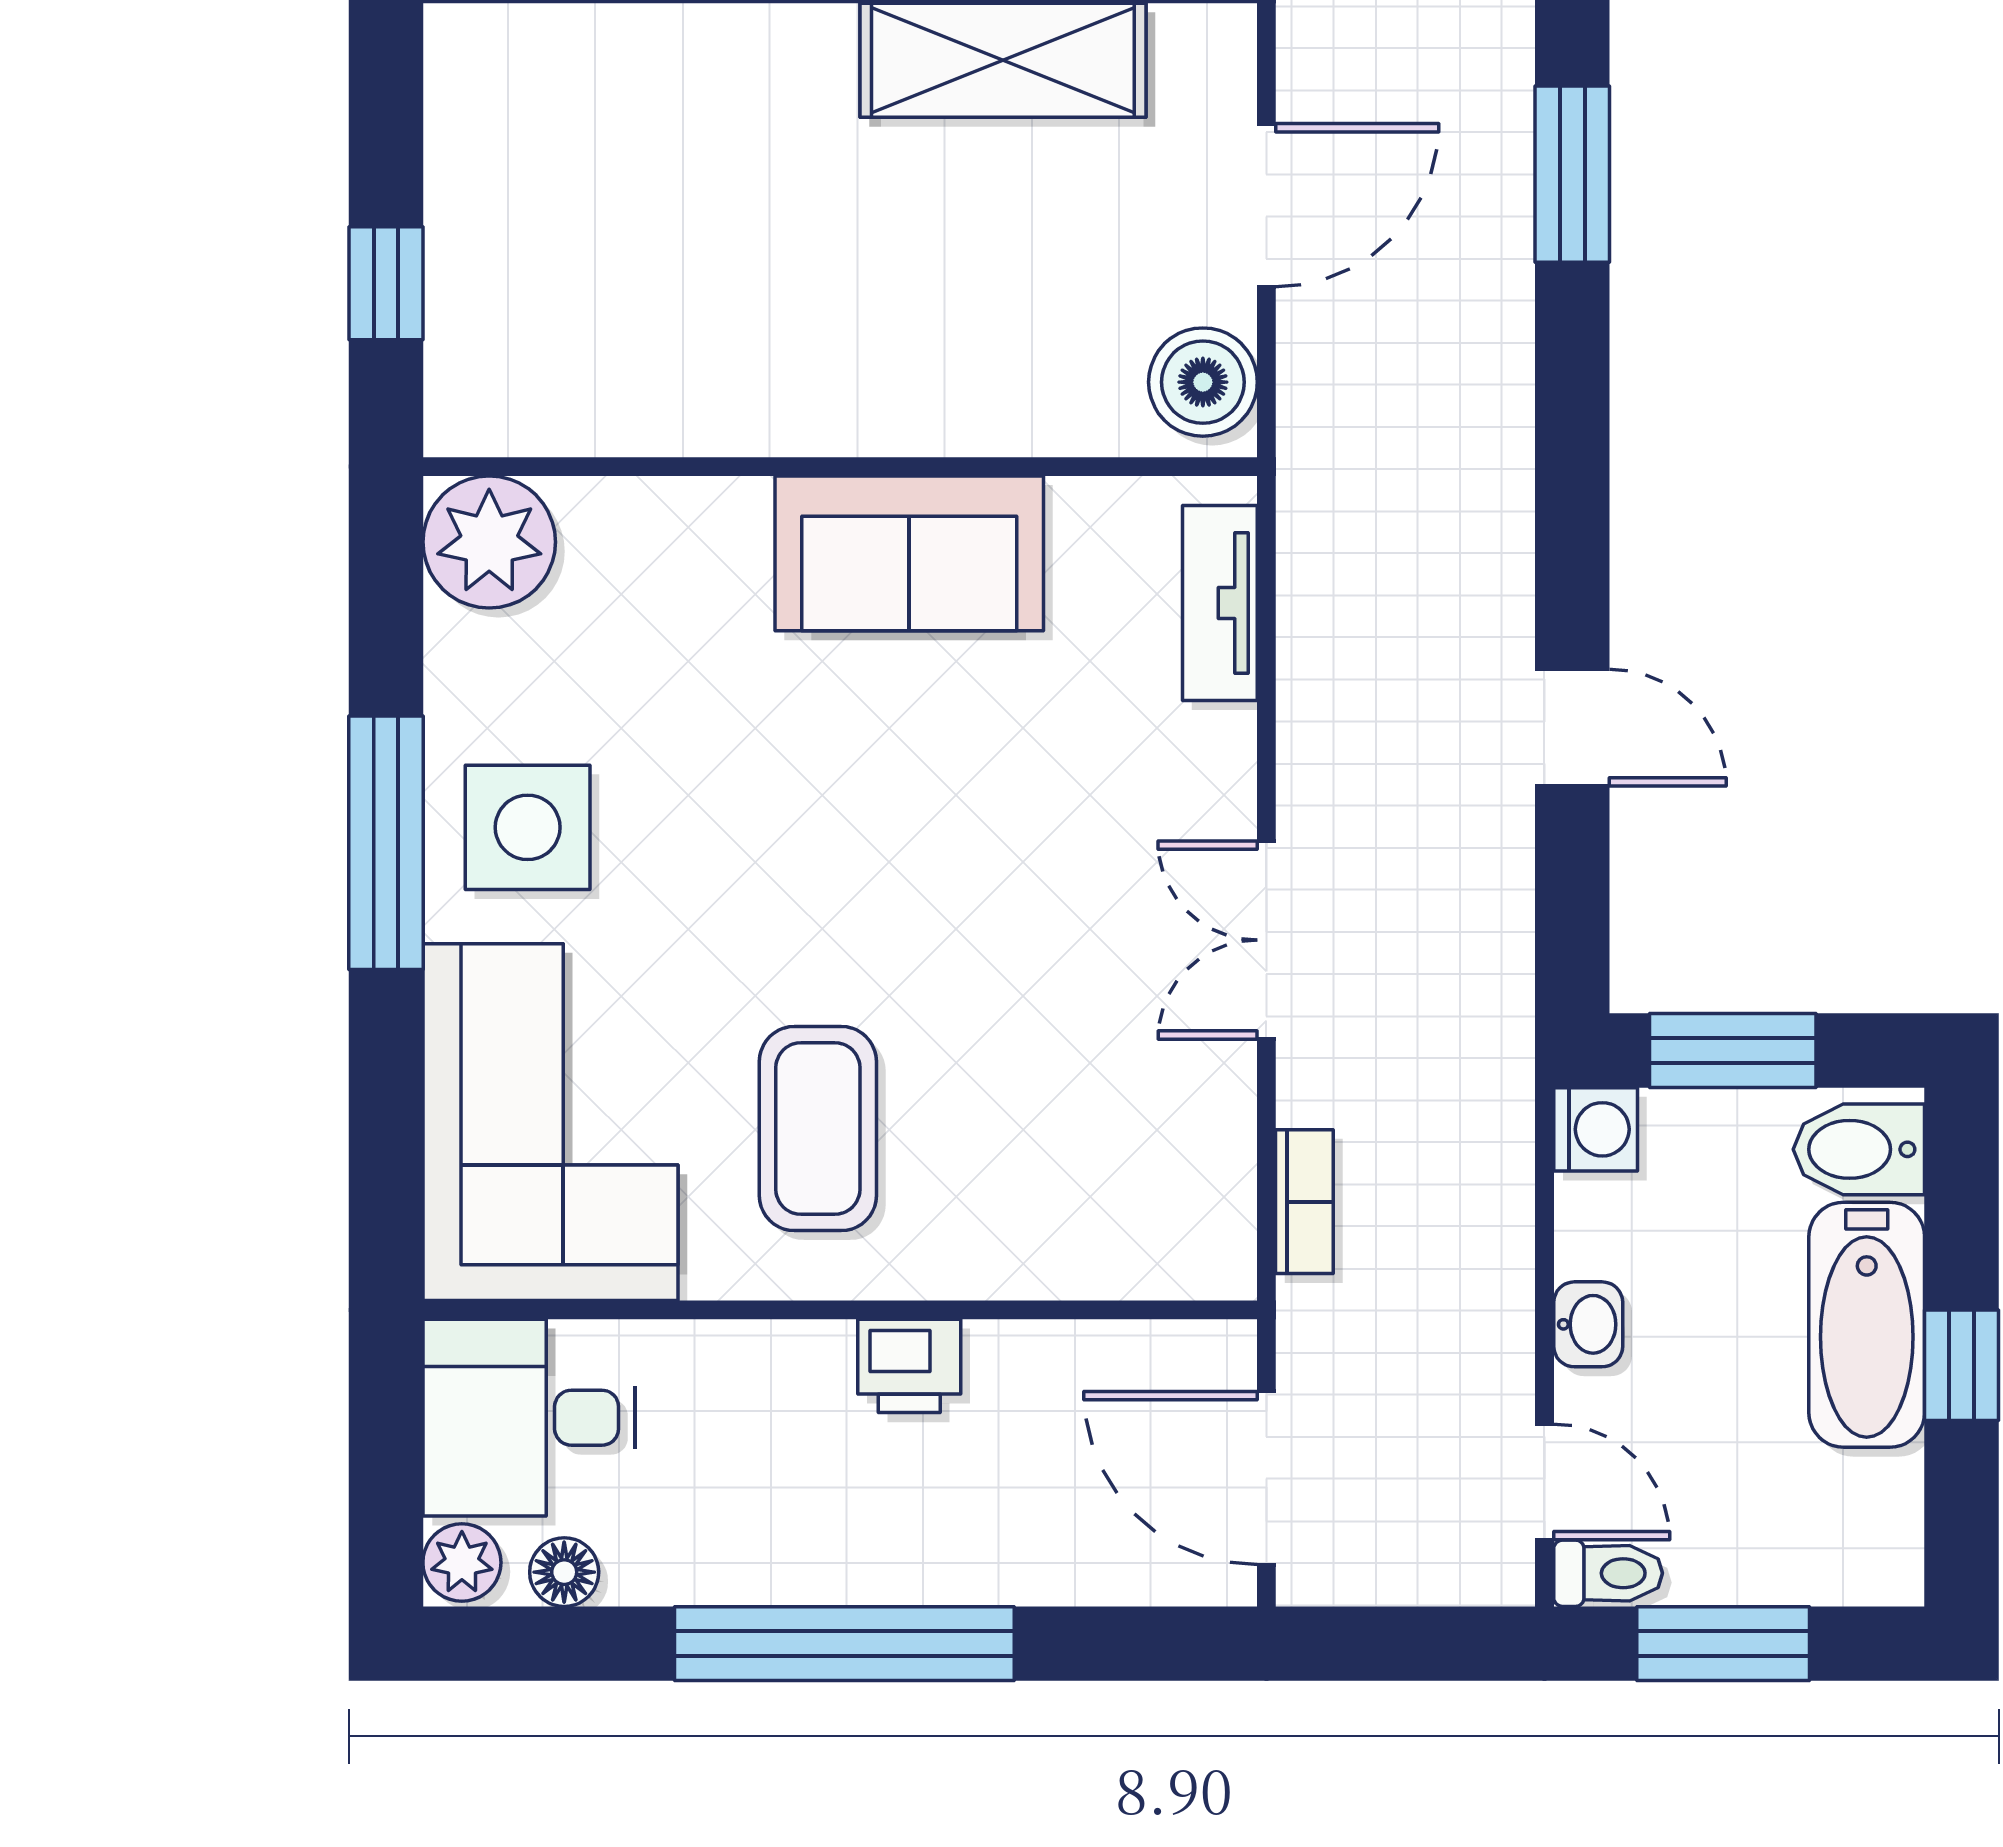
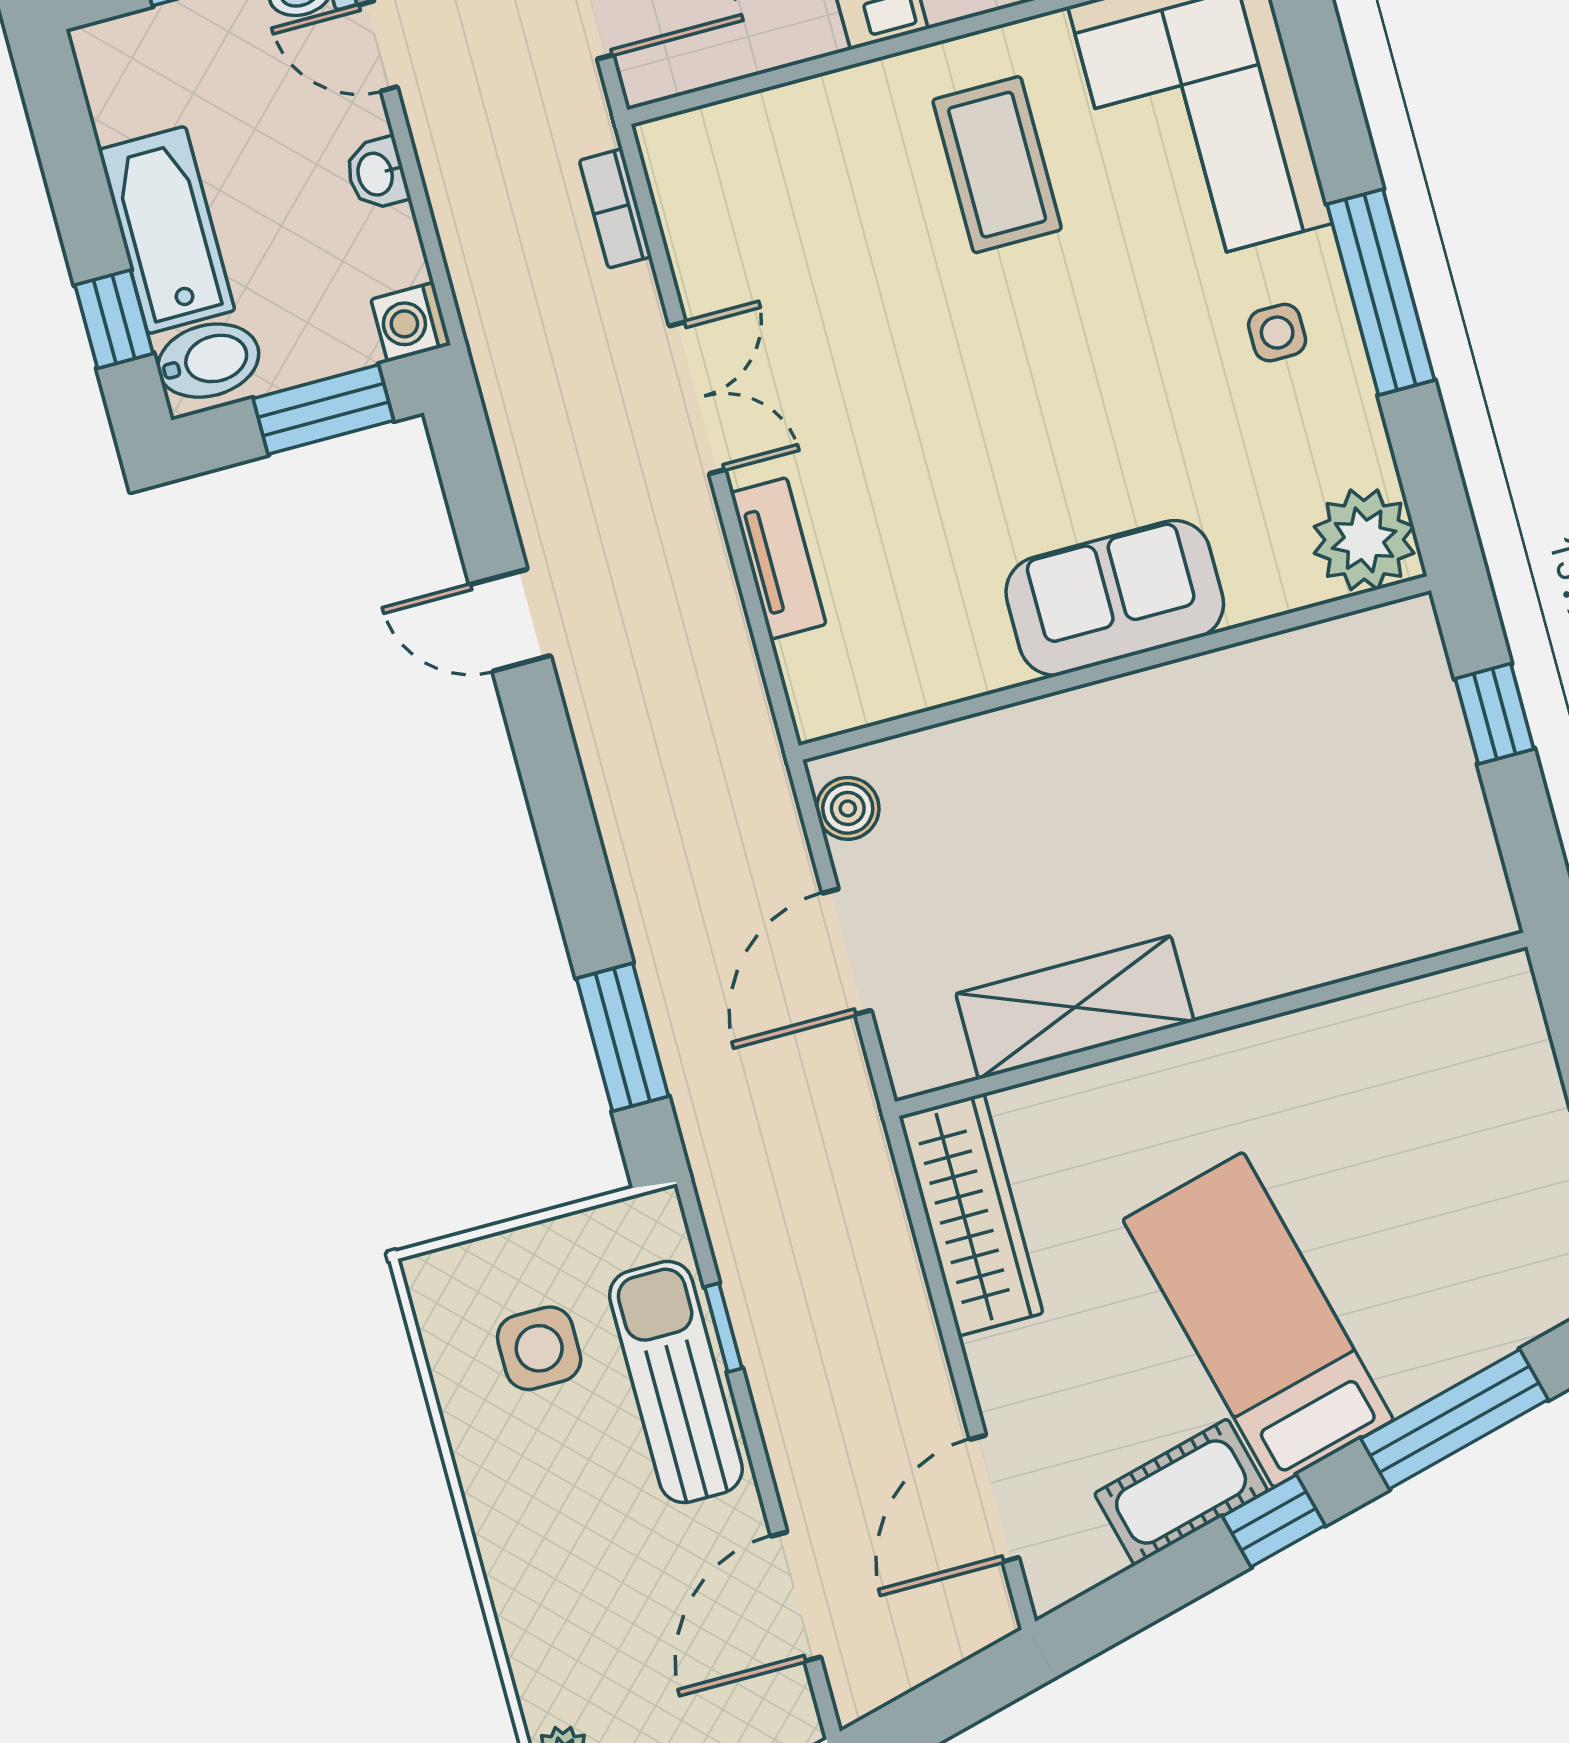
boiler: (1203, 382) -> (848, 808), width x0.73, depth x0.73
sofa: (909, 553) -> (1115, 598), moved
tv unit: (1220, 603) -> (778, 558), moved
side table: (528, 827) -> (1277, 333), width x0.54, depth x0.54
window: (1962, 1365) -> (114, 319), moved

